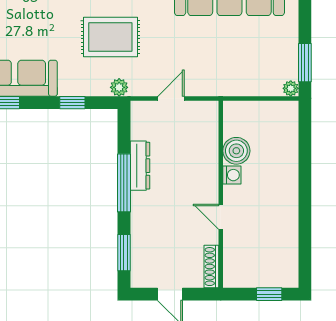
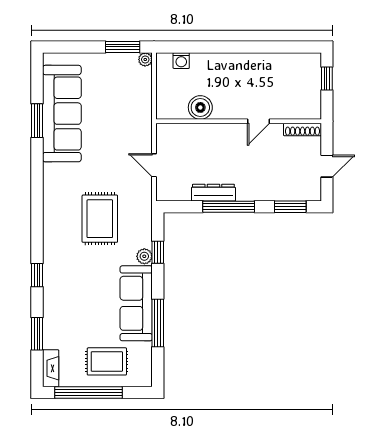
plant: (119, 87) -> (144, 256), moved
washing machine: (232, 175) -> (181, 61), moved, turned 180

